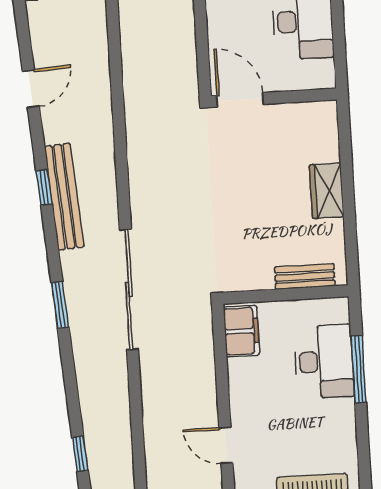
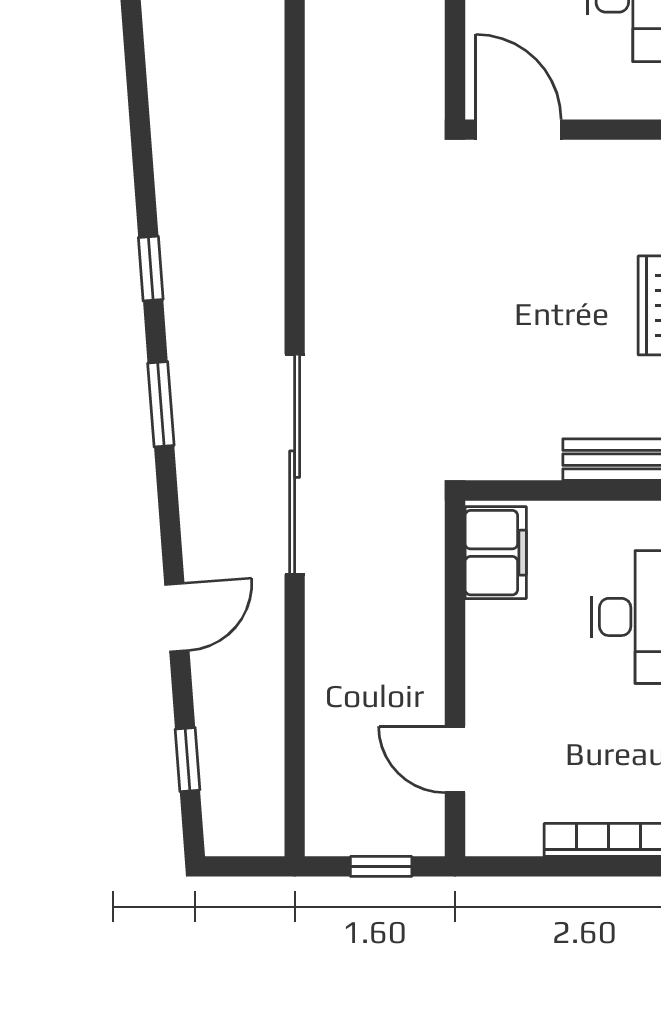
door: (31, 89) -> (177, 617), moved
bench: (64, 197) -> (186, 287), removed
window: (60, 305) -> (161, 404), moved

